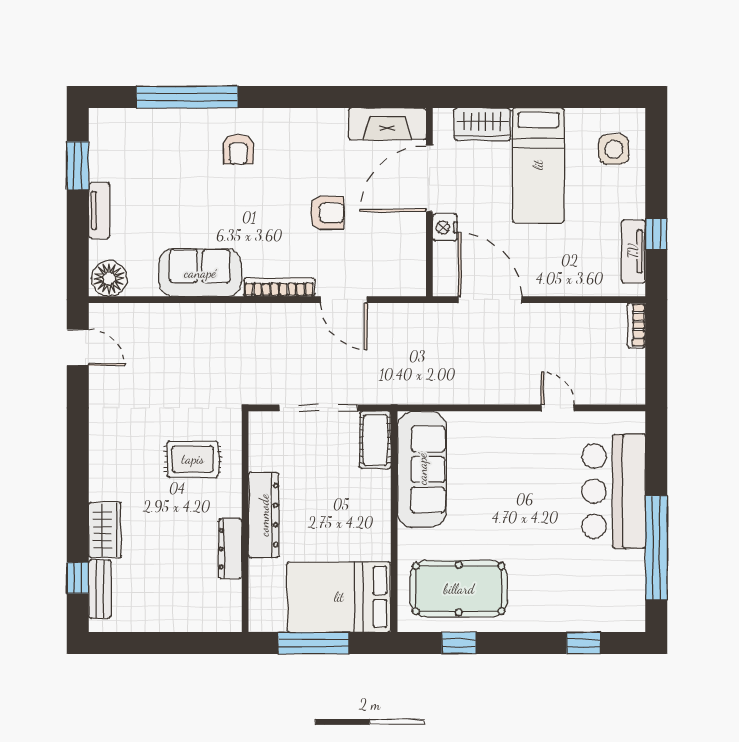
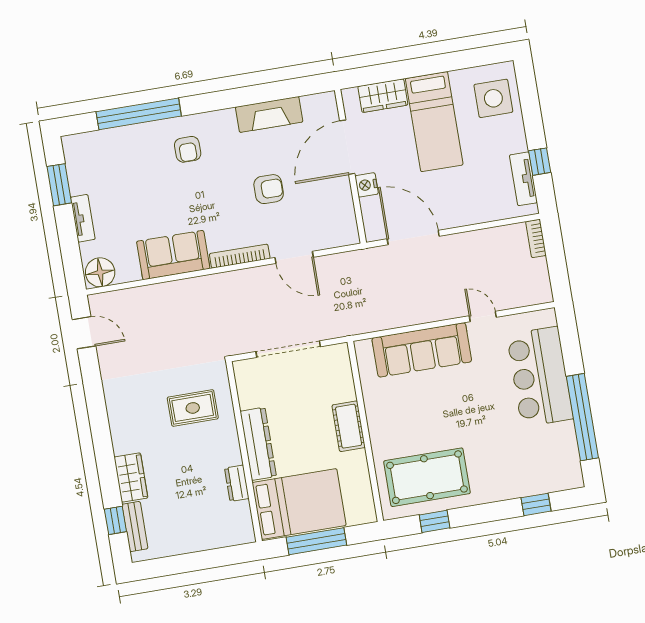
fireplace: (387, 124) -> (269, 114), moved
side table: (614, 149) -> (493, 98), width x1.37, depth x1.37
cot: (375, 440) -> (349, 426), moved
sofa: (422, 469) -> (422, 350), moved, turned 90
dresser: (230, 549) -> (237, 483), width x0.70
bed: (339, 597) -> (299, 504), moved, turned 180

